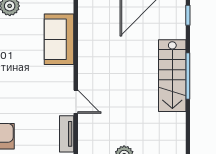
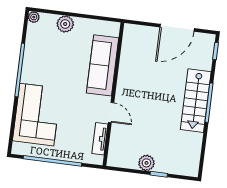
sofa: (59, 39) -> (103, 65), width x1.36

